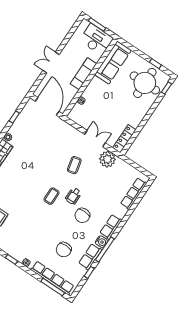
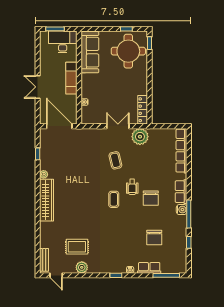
row of seats: (134, 193) -> (181, 151), width x1.36
row of seats: (90, 257) -> (181, 229), removed
row of seats: (52, 278) -> (149, 268), width x0.50

